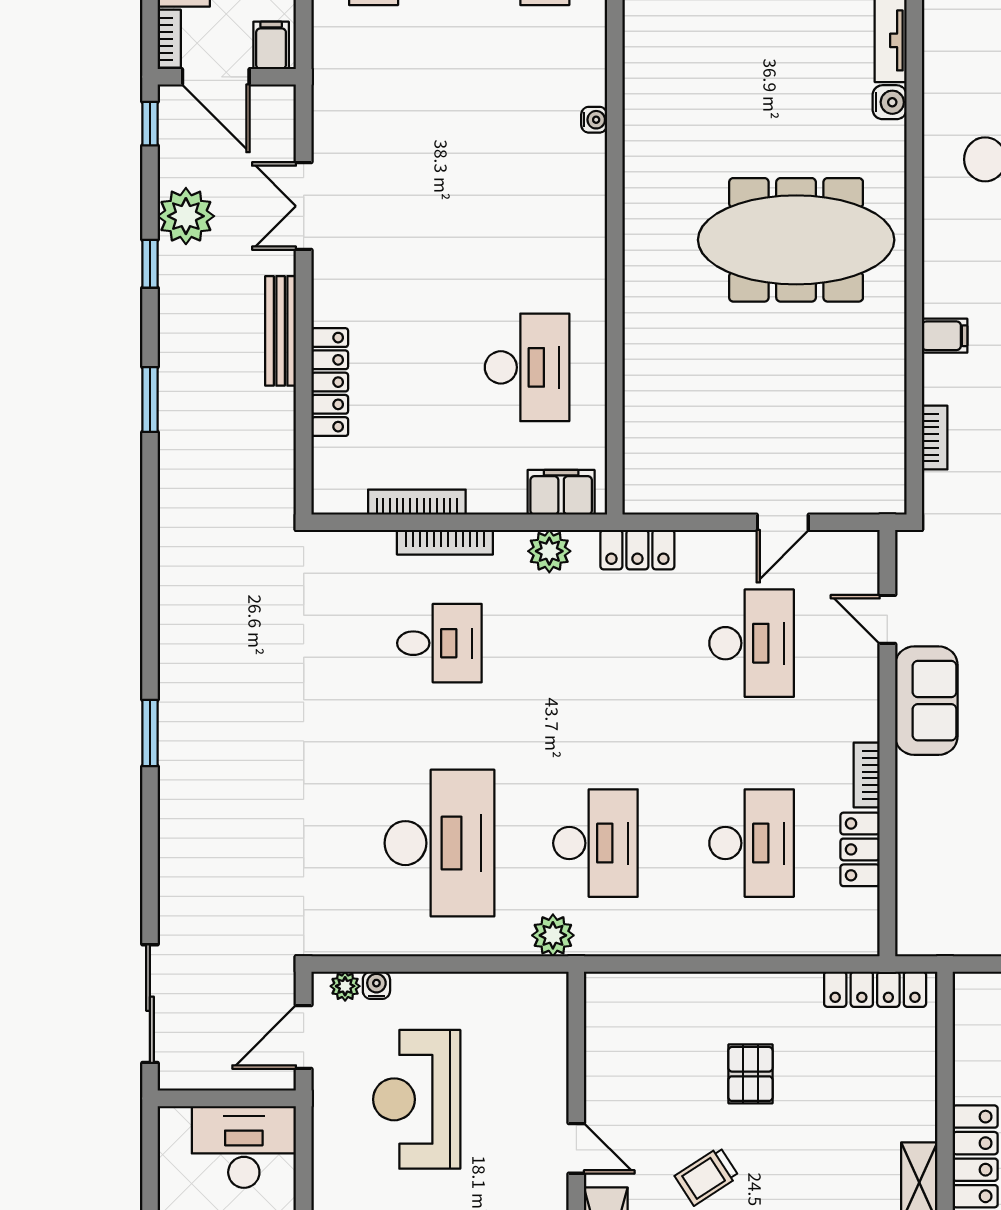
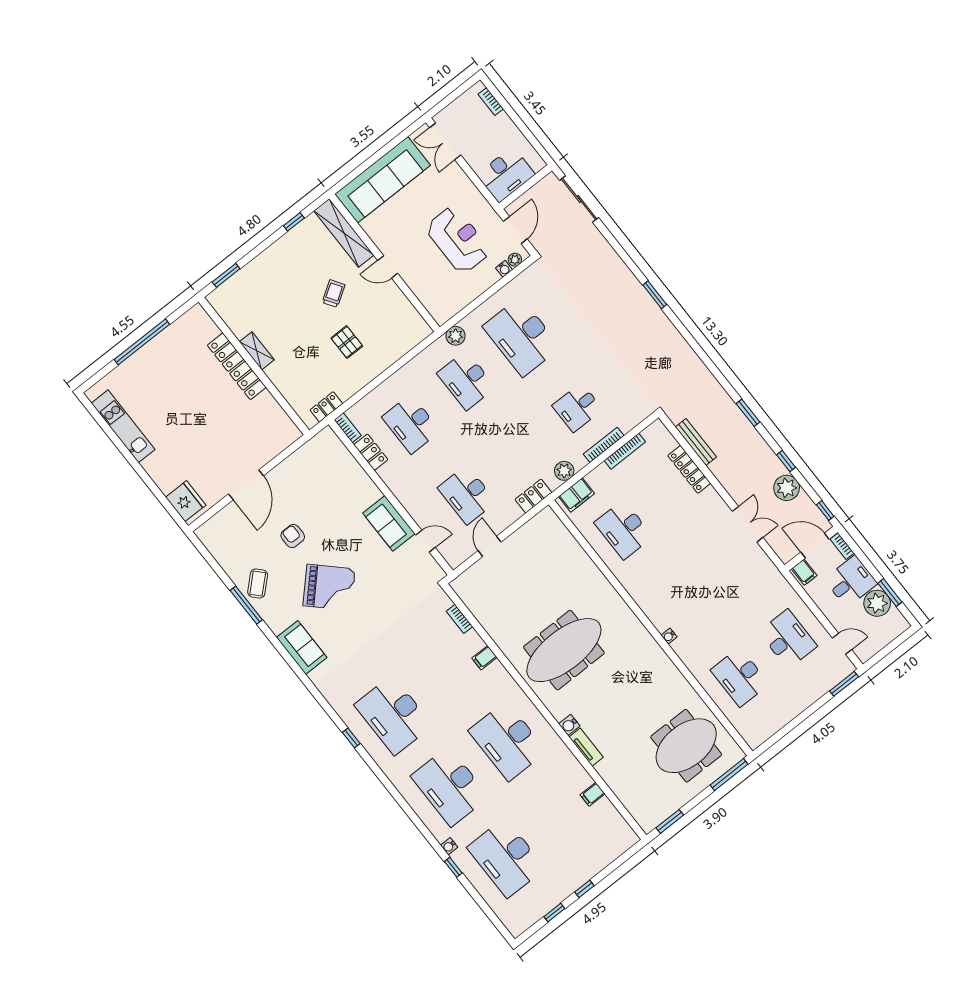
bench: (281, 331) -> (696, 442), moved
bookcase: (867, 775) -> (348, 428), moved
locker: (875, 989) -> (326, 407), width x0.66

